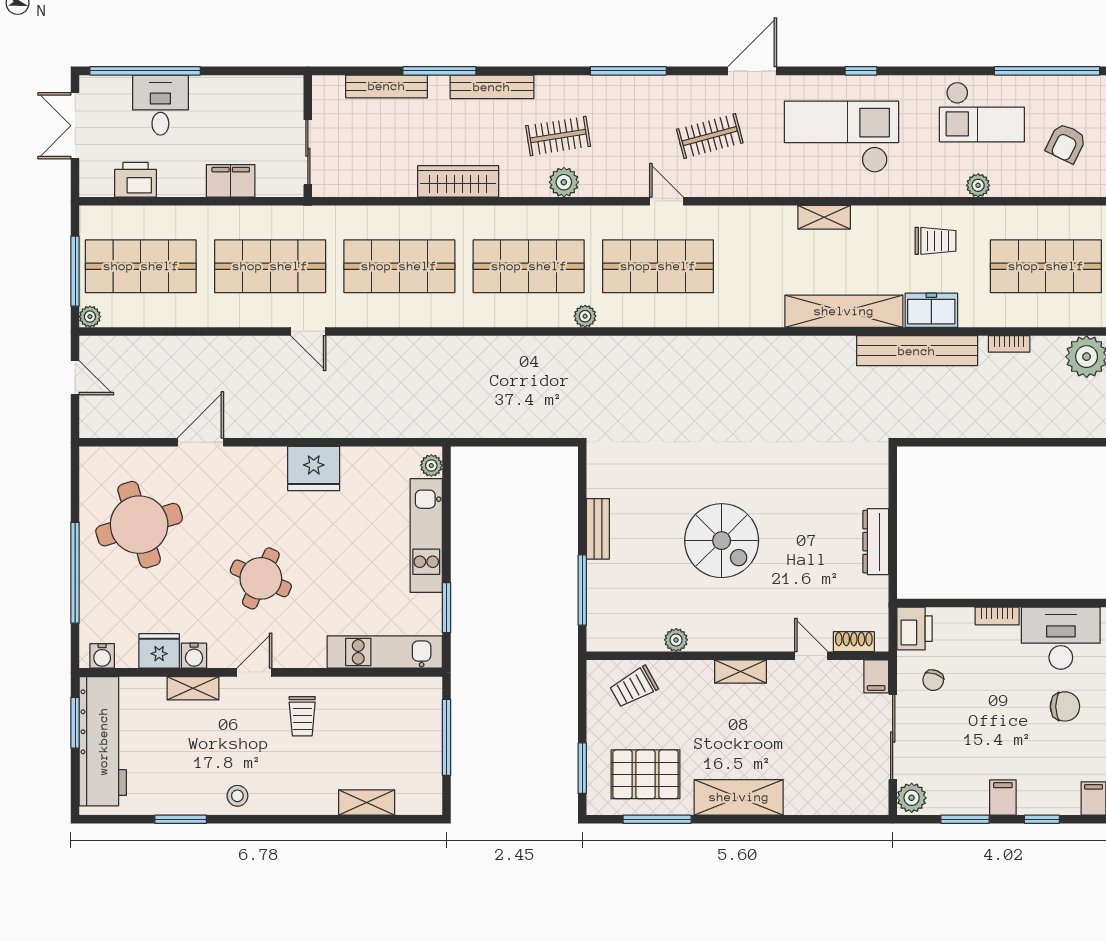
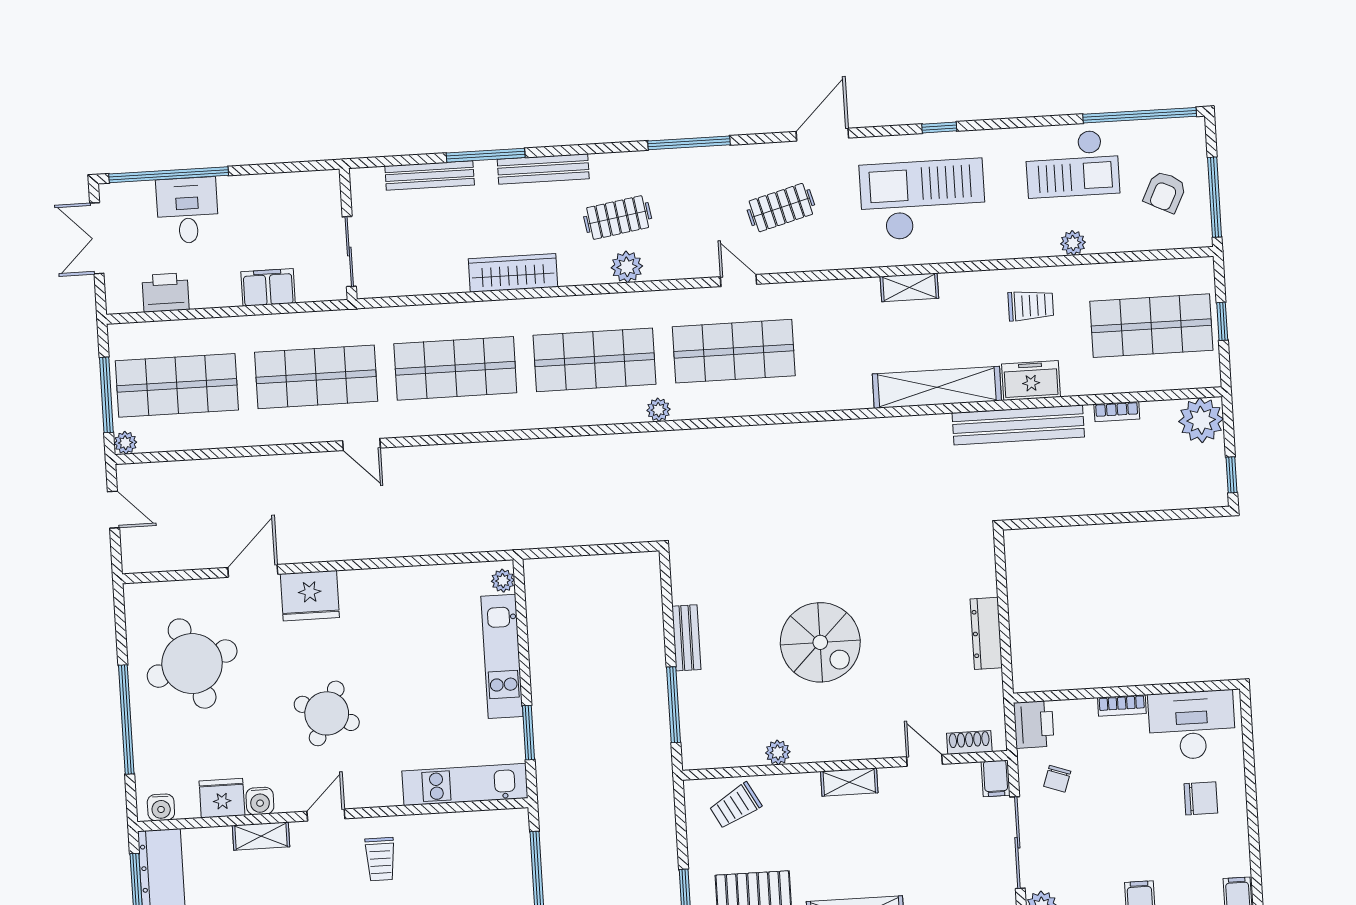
fridge: (314, 469) -> (310, 596), moved

